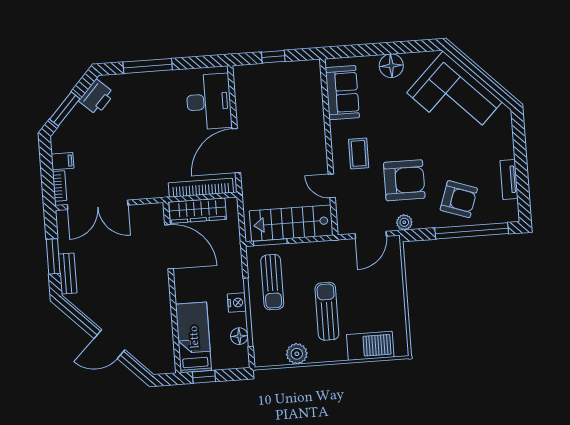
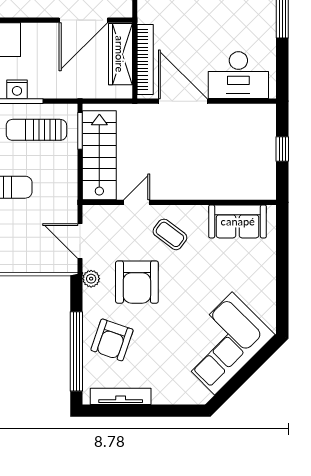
floor lamp: (391, 66) -> (263, 277), removed
coffee table: (359, 153) -> (170, 234), turned 37
tv unit: (509, 180) -> (121, 396), width x1.41

